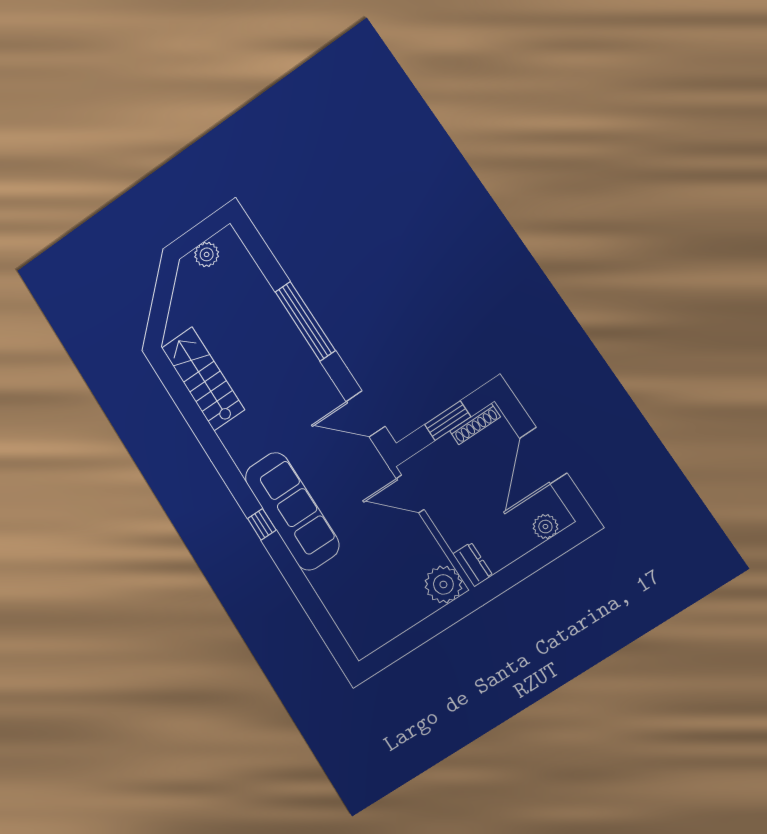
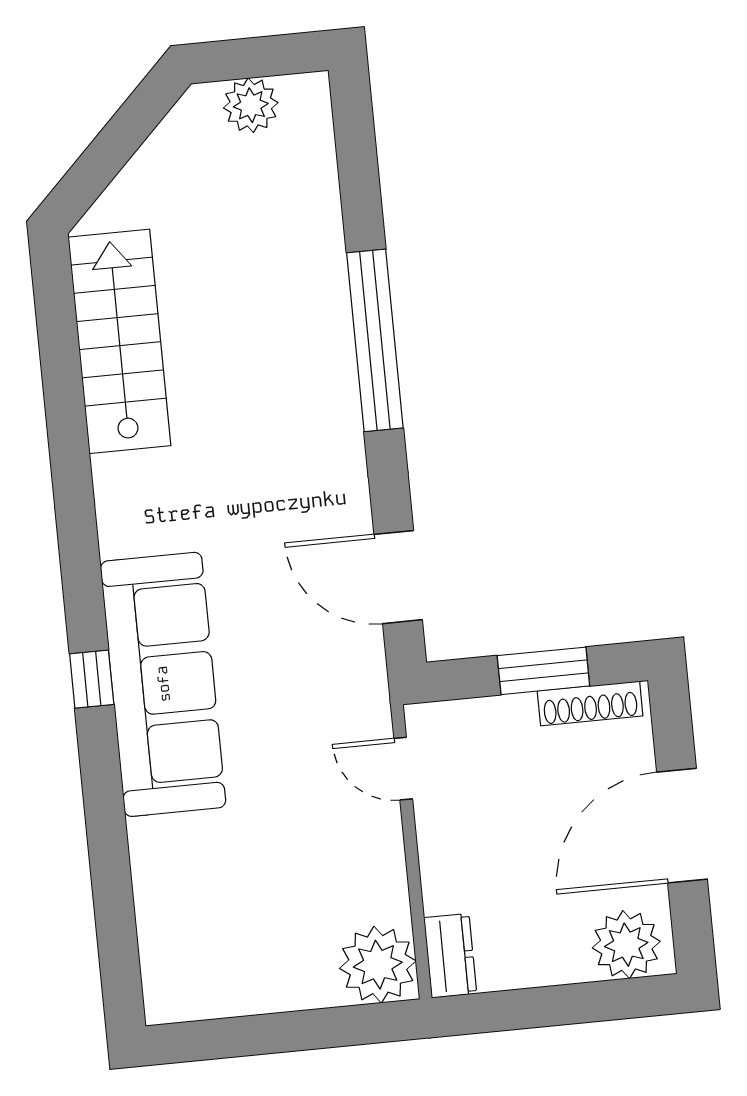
door: (410, 494) -> (403, 769), width x0.73
plant: (545, 527) -> (626, 945), width x1.36, depth x1.36

